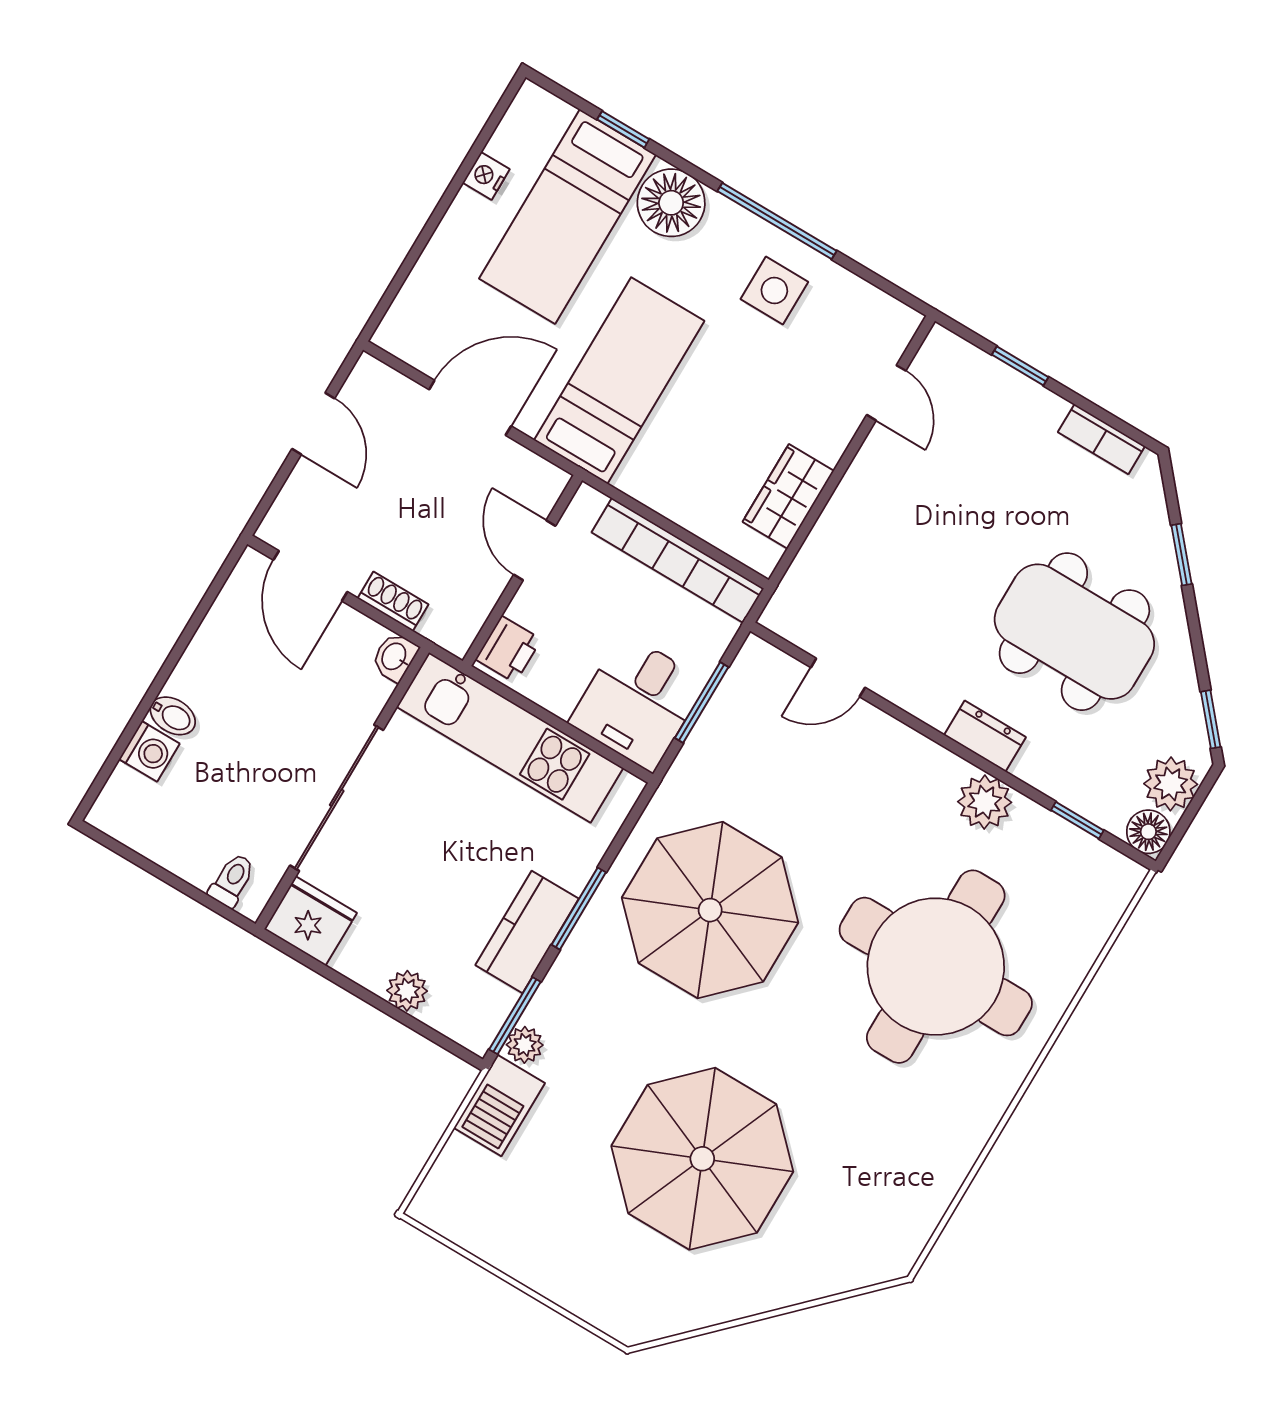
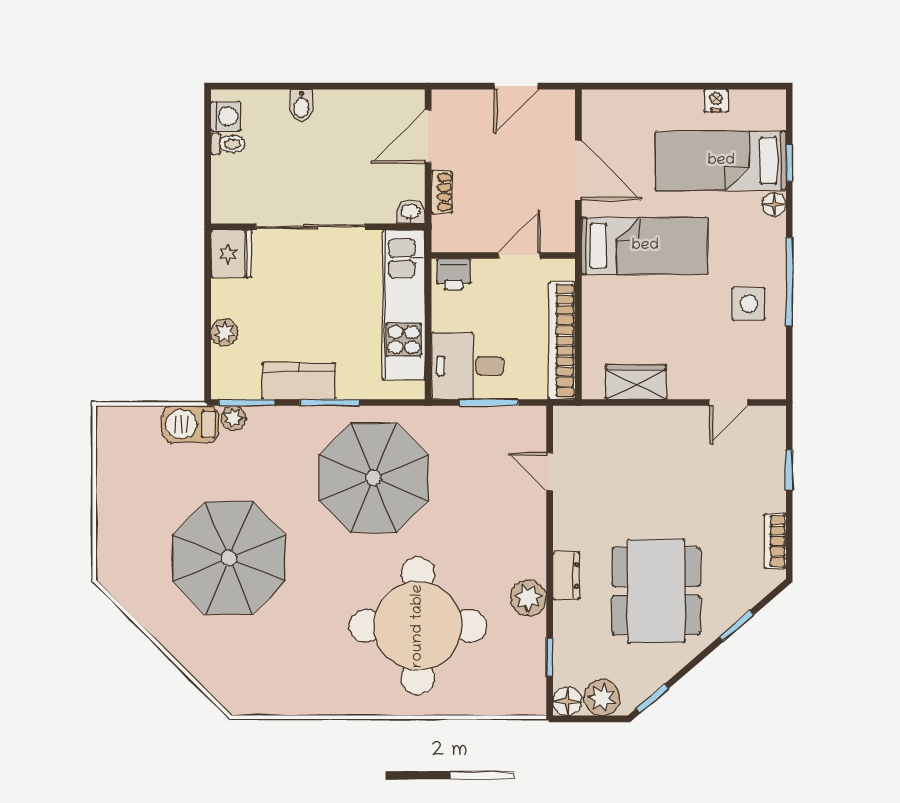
floor lamp: (671, 203) -> (774, 205), width x0.53, depth x0.53
washing machine: (149, 751) -> (226, 116), moved, turned -90
toilet: (232, 880) -> (228, 144), moved

